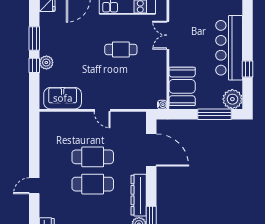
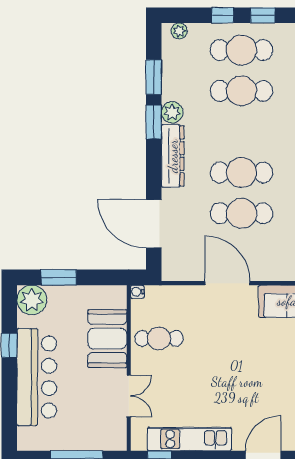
cafe table: (121, 49) -> (159, 338), moved
booth: (182, 86) -> (107, 339), moved
door: (102, 110) -> (227, 283), width x1.87
window: (215, 114) -> (59, 277), width x0.69

